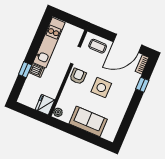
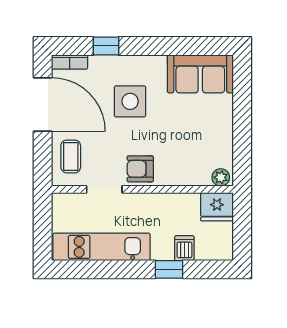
dishwasher: (37, 71) -> (184, 248), moved
side table: (101, 88) -> (130, 101), moved
sofa: (88, 121) -> (200, 74), moved, turned -90

